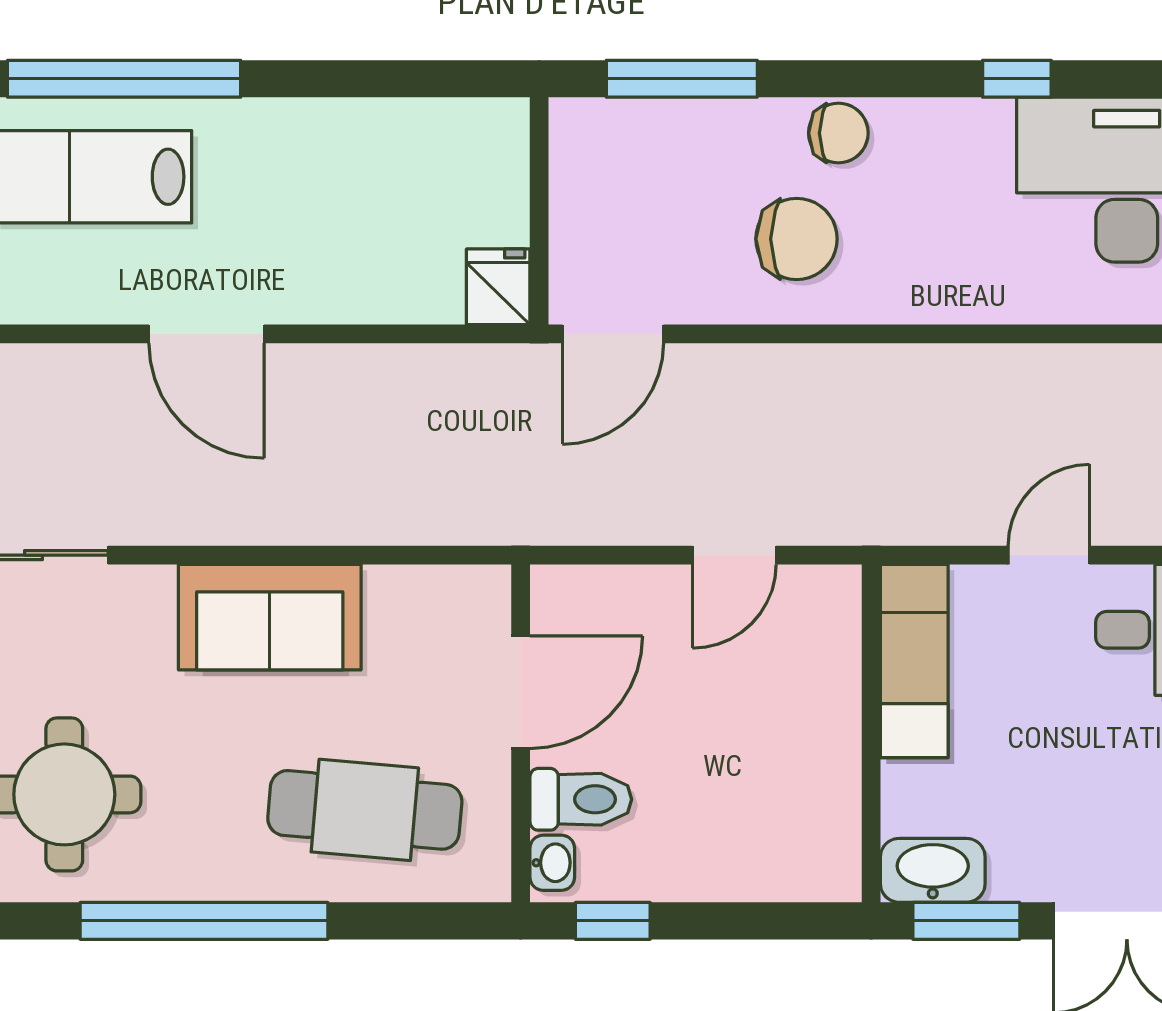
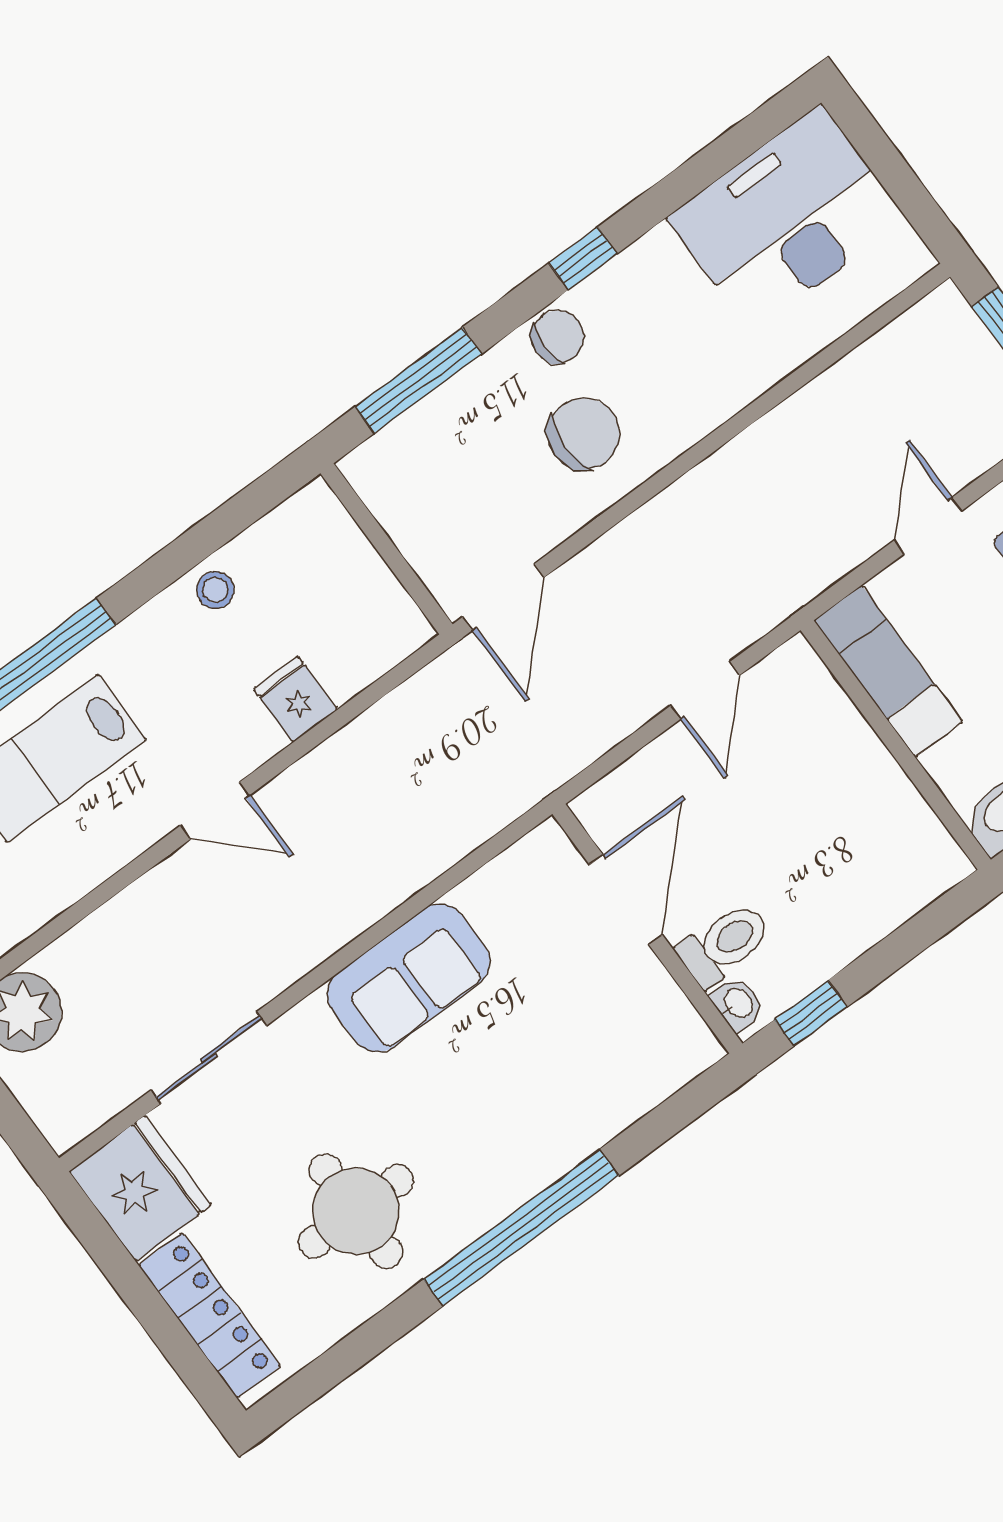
window: (1017, 79) -> (583, 258), moved
stool: (355, 133) -> (215, 590), added
fridge: (498, 287) -> (295, 699), moved
door: (206, 334) -> (215, 810), width x0.73
cafe table: (365, 810) -> (577, 1065), removed

